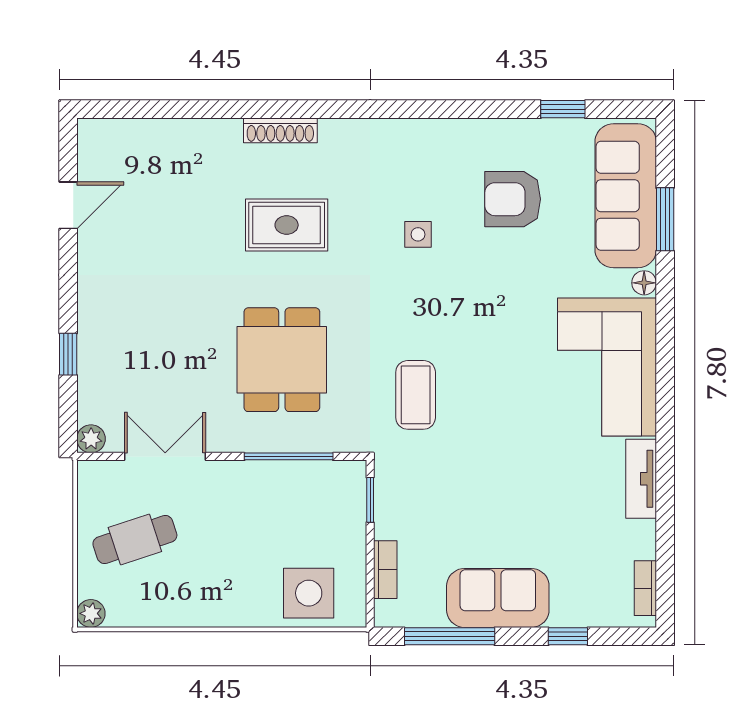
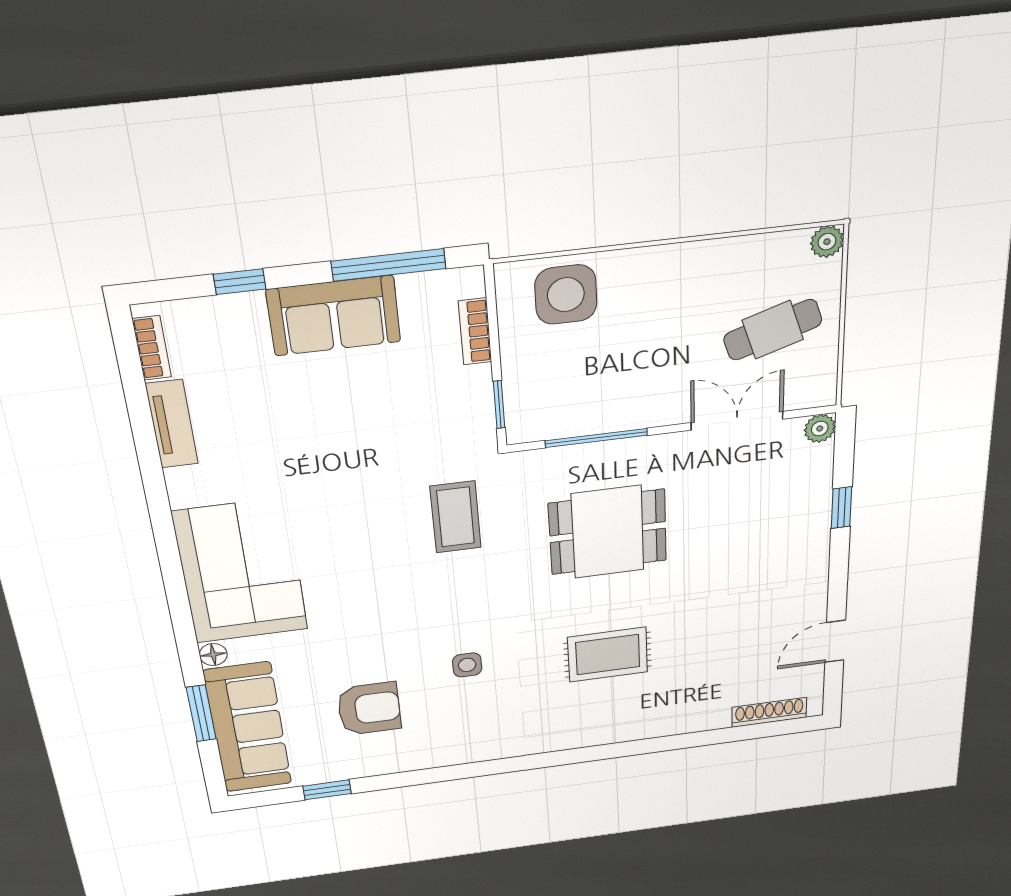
shoe rack: (280, 130) -> (769, 712), moved
dining table: (282, 360) -> (608, 532), turned 90
double door: (165, 456) -> (737, 421), swing flipped
tv unit: (641, 479) -> (172, 424), moved

